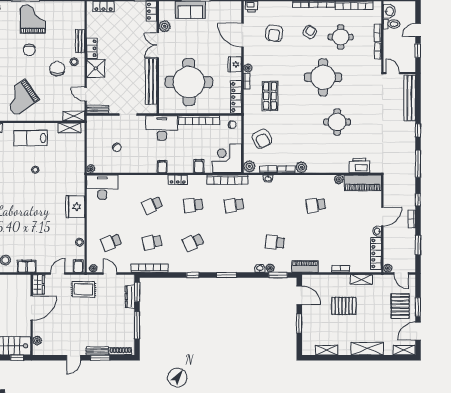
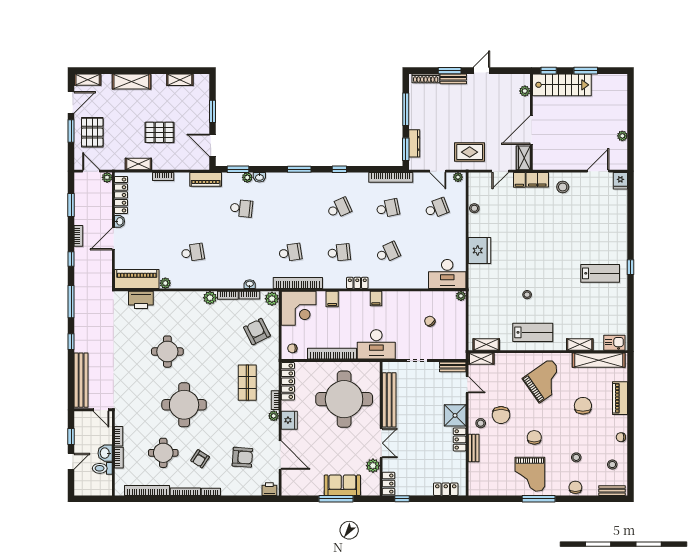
washbasin: (389, 11) -> (105, 453), moved
armchair: (274, 33) -> (242, 457), turned 87
filing cabinet: (78, 266) -> (519, 180), moved

